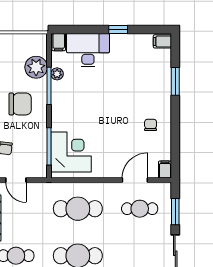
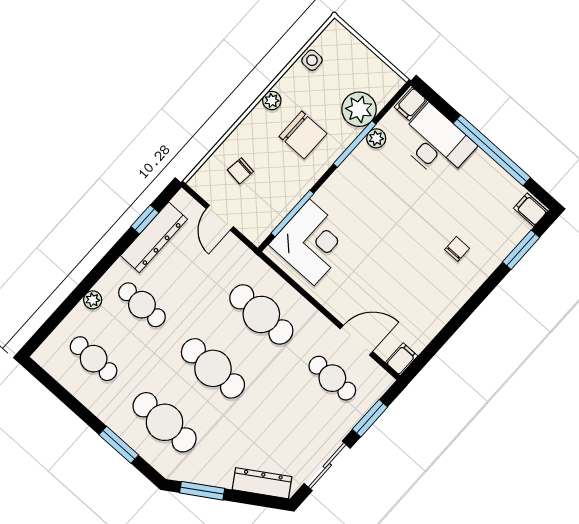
window: (118, 30) -> (492, 150), width x3.17
window: (175, 81) -> (521, 250), moved
chair: (151, 125) -> (457, 249), moved

